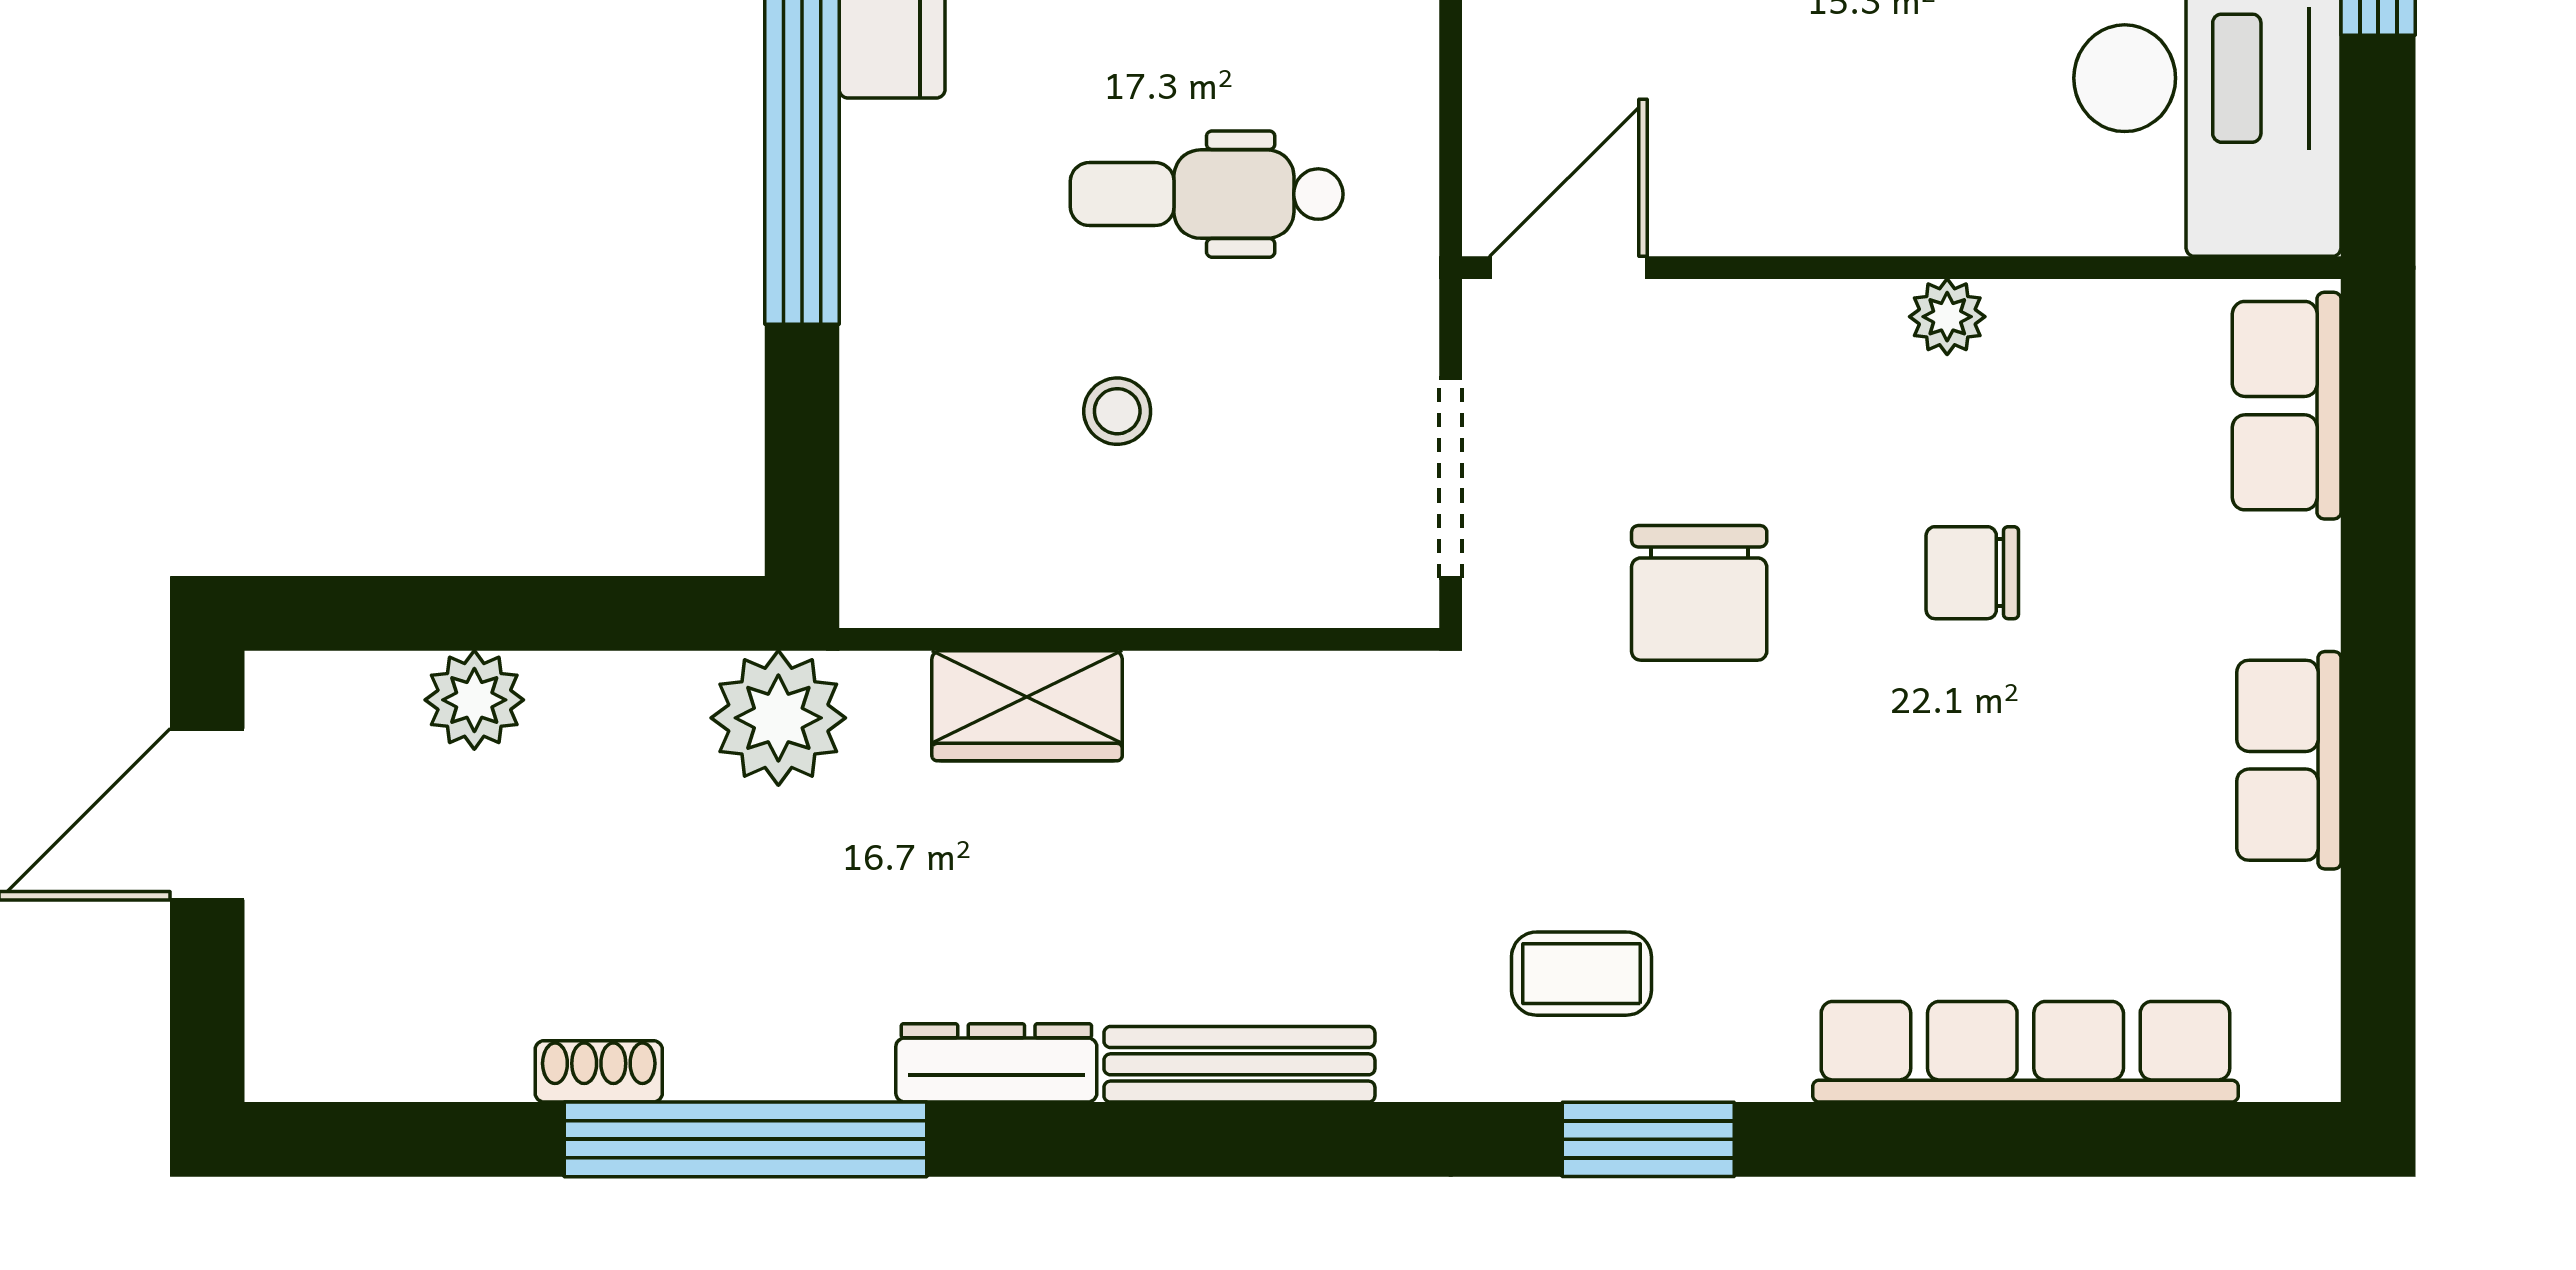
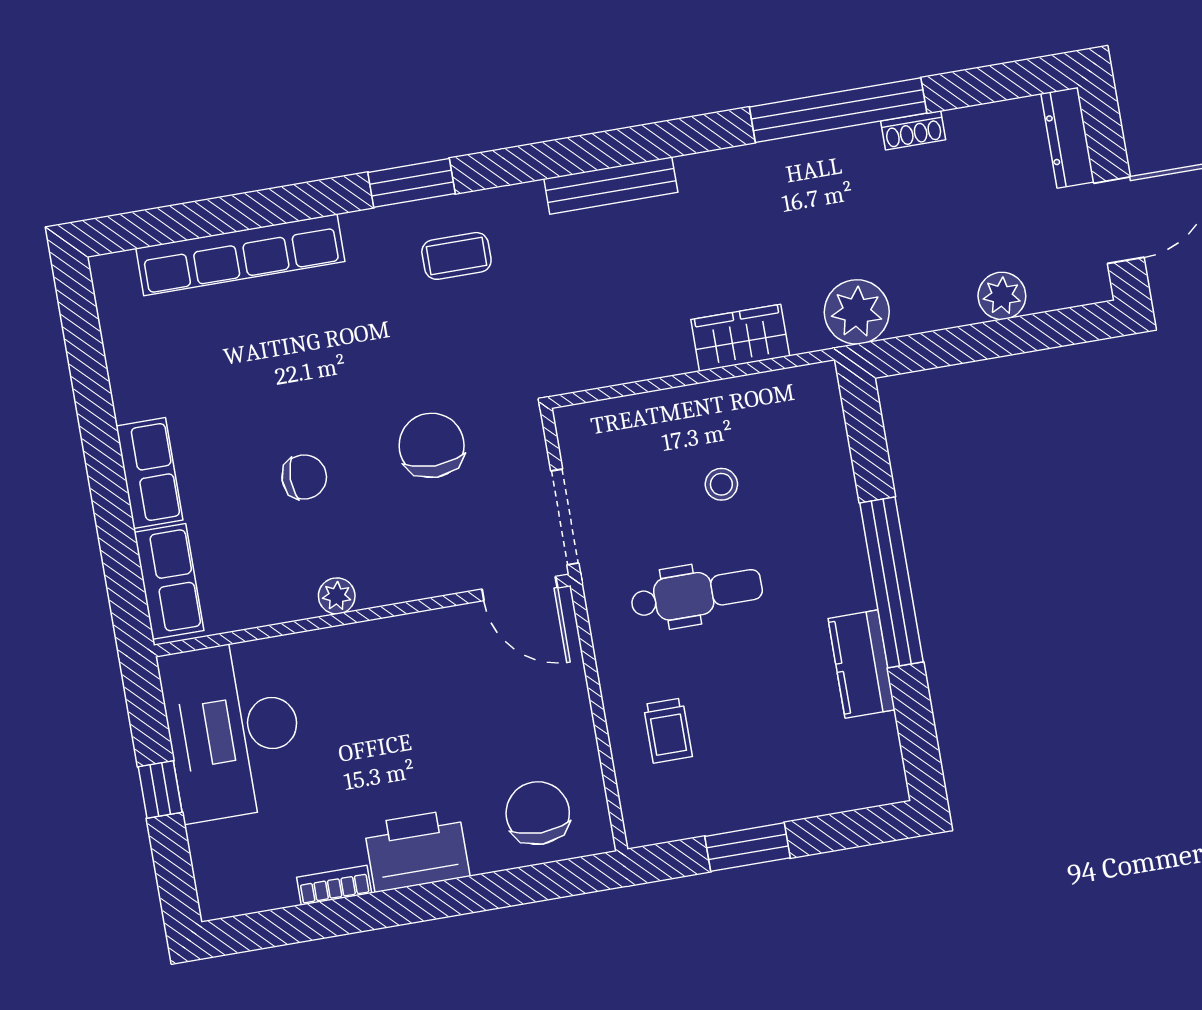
door: (1568, 268) -> (520, 589), hinge flipped
doorway: (1451, 478) -> (565, 517), moved
row of seats: (2289, 760) -> (149, 473), moved
dresser: (996, 1063) -> (1068, 138), moved, turned 90

